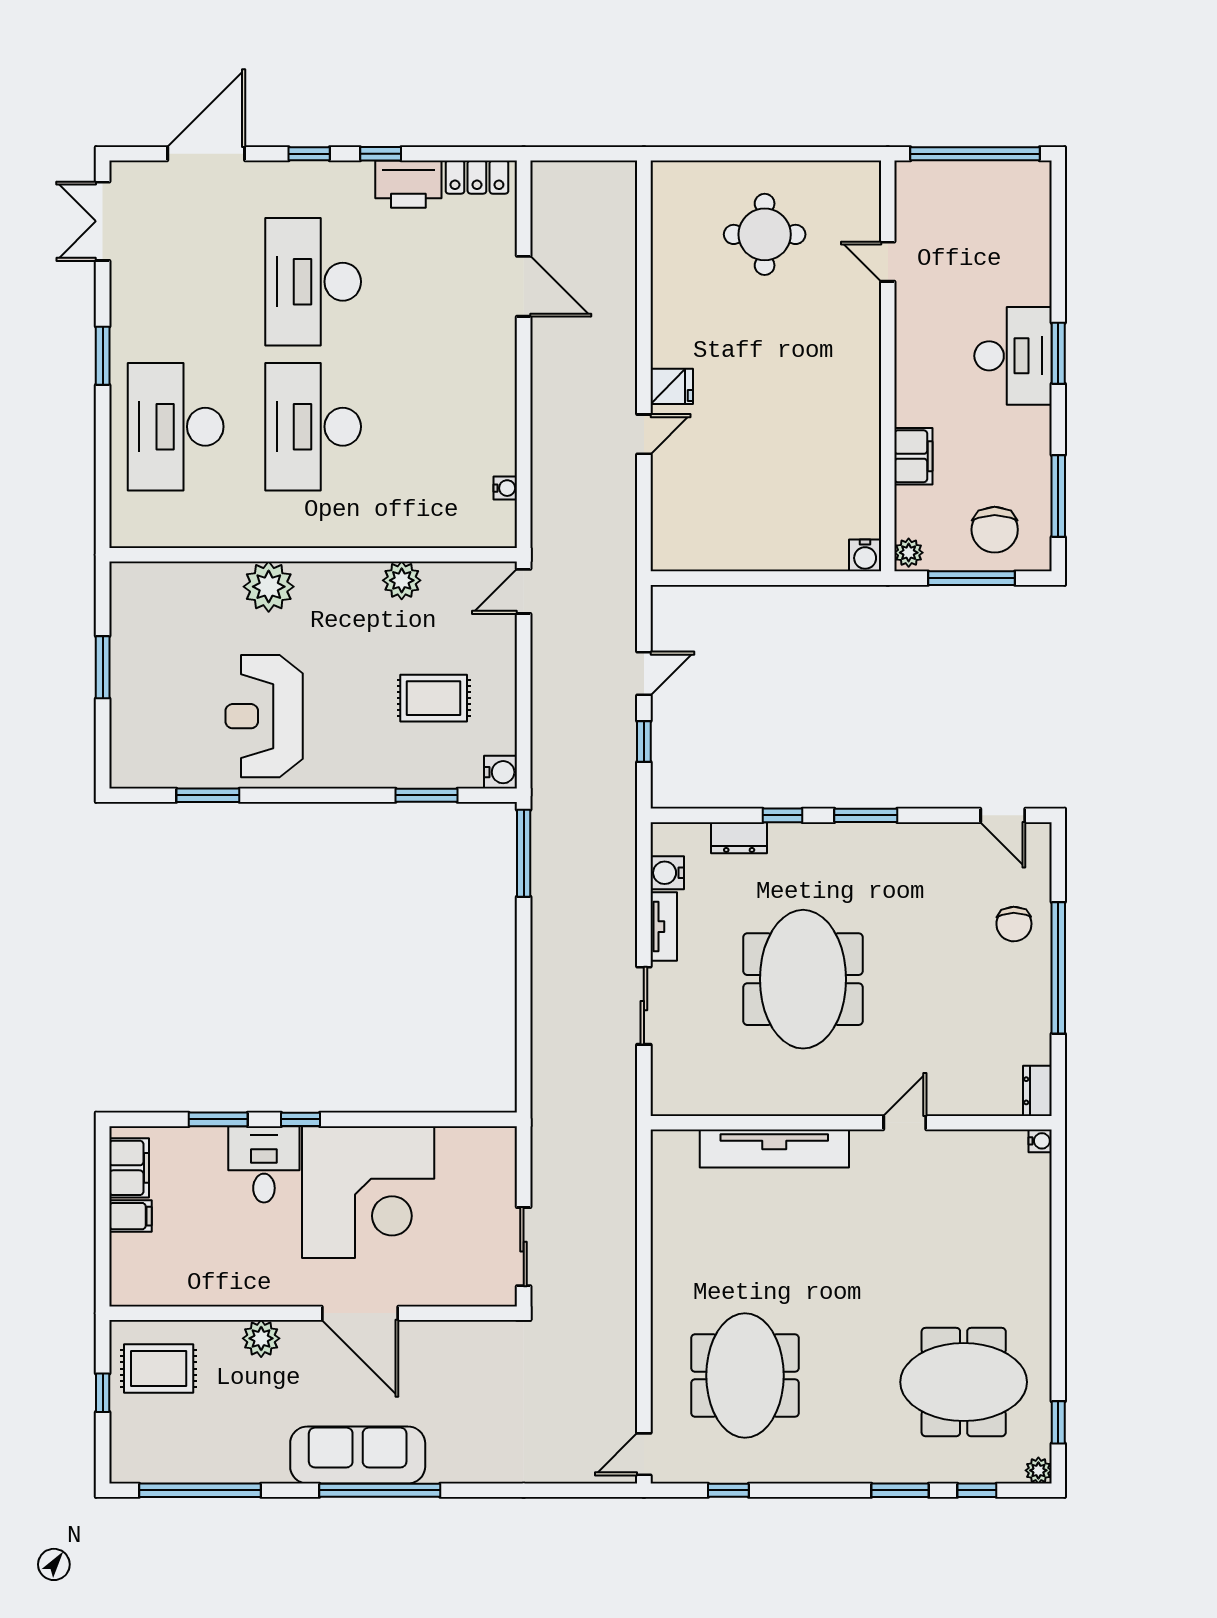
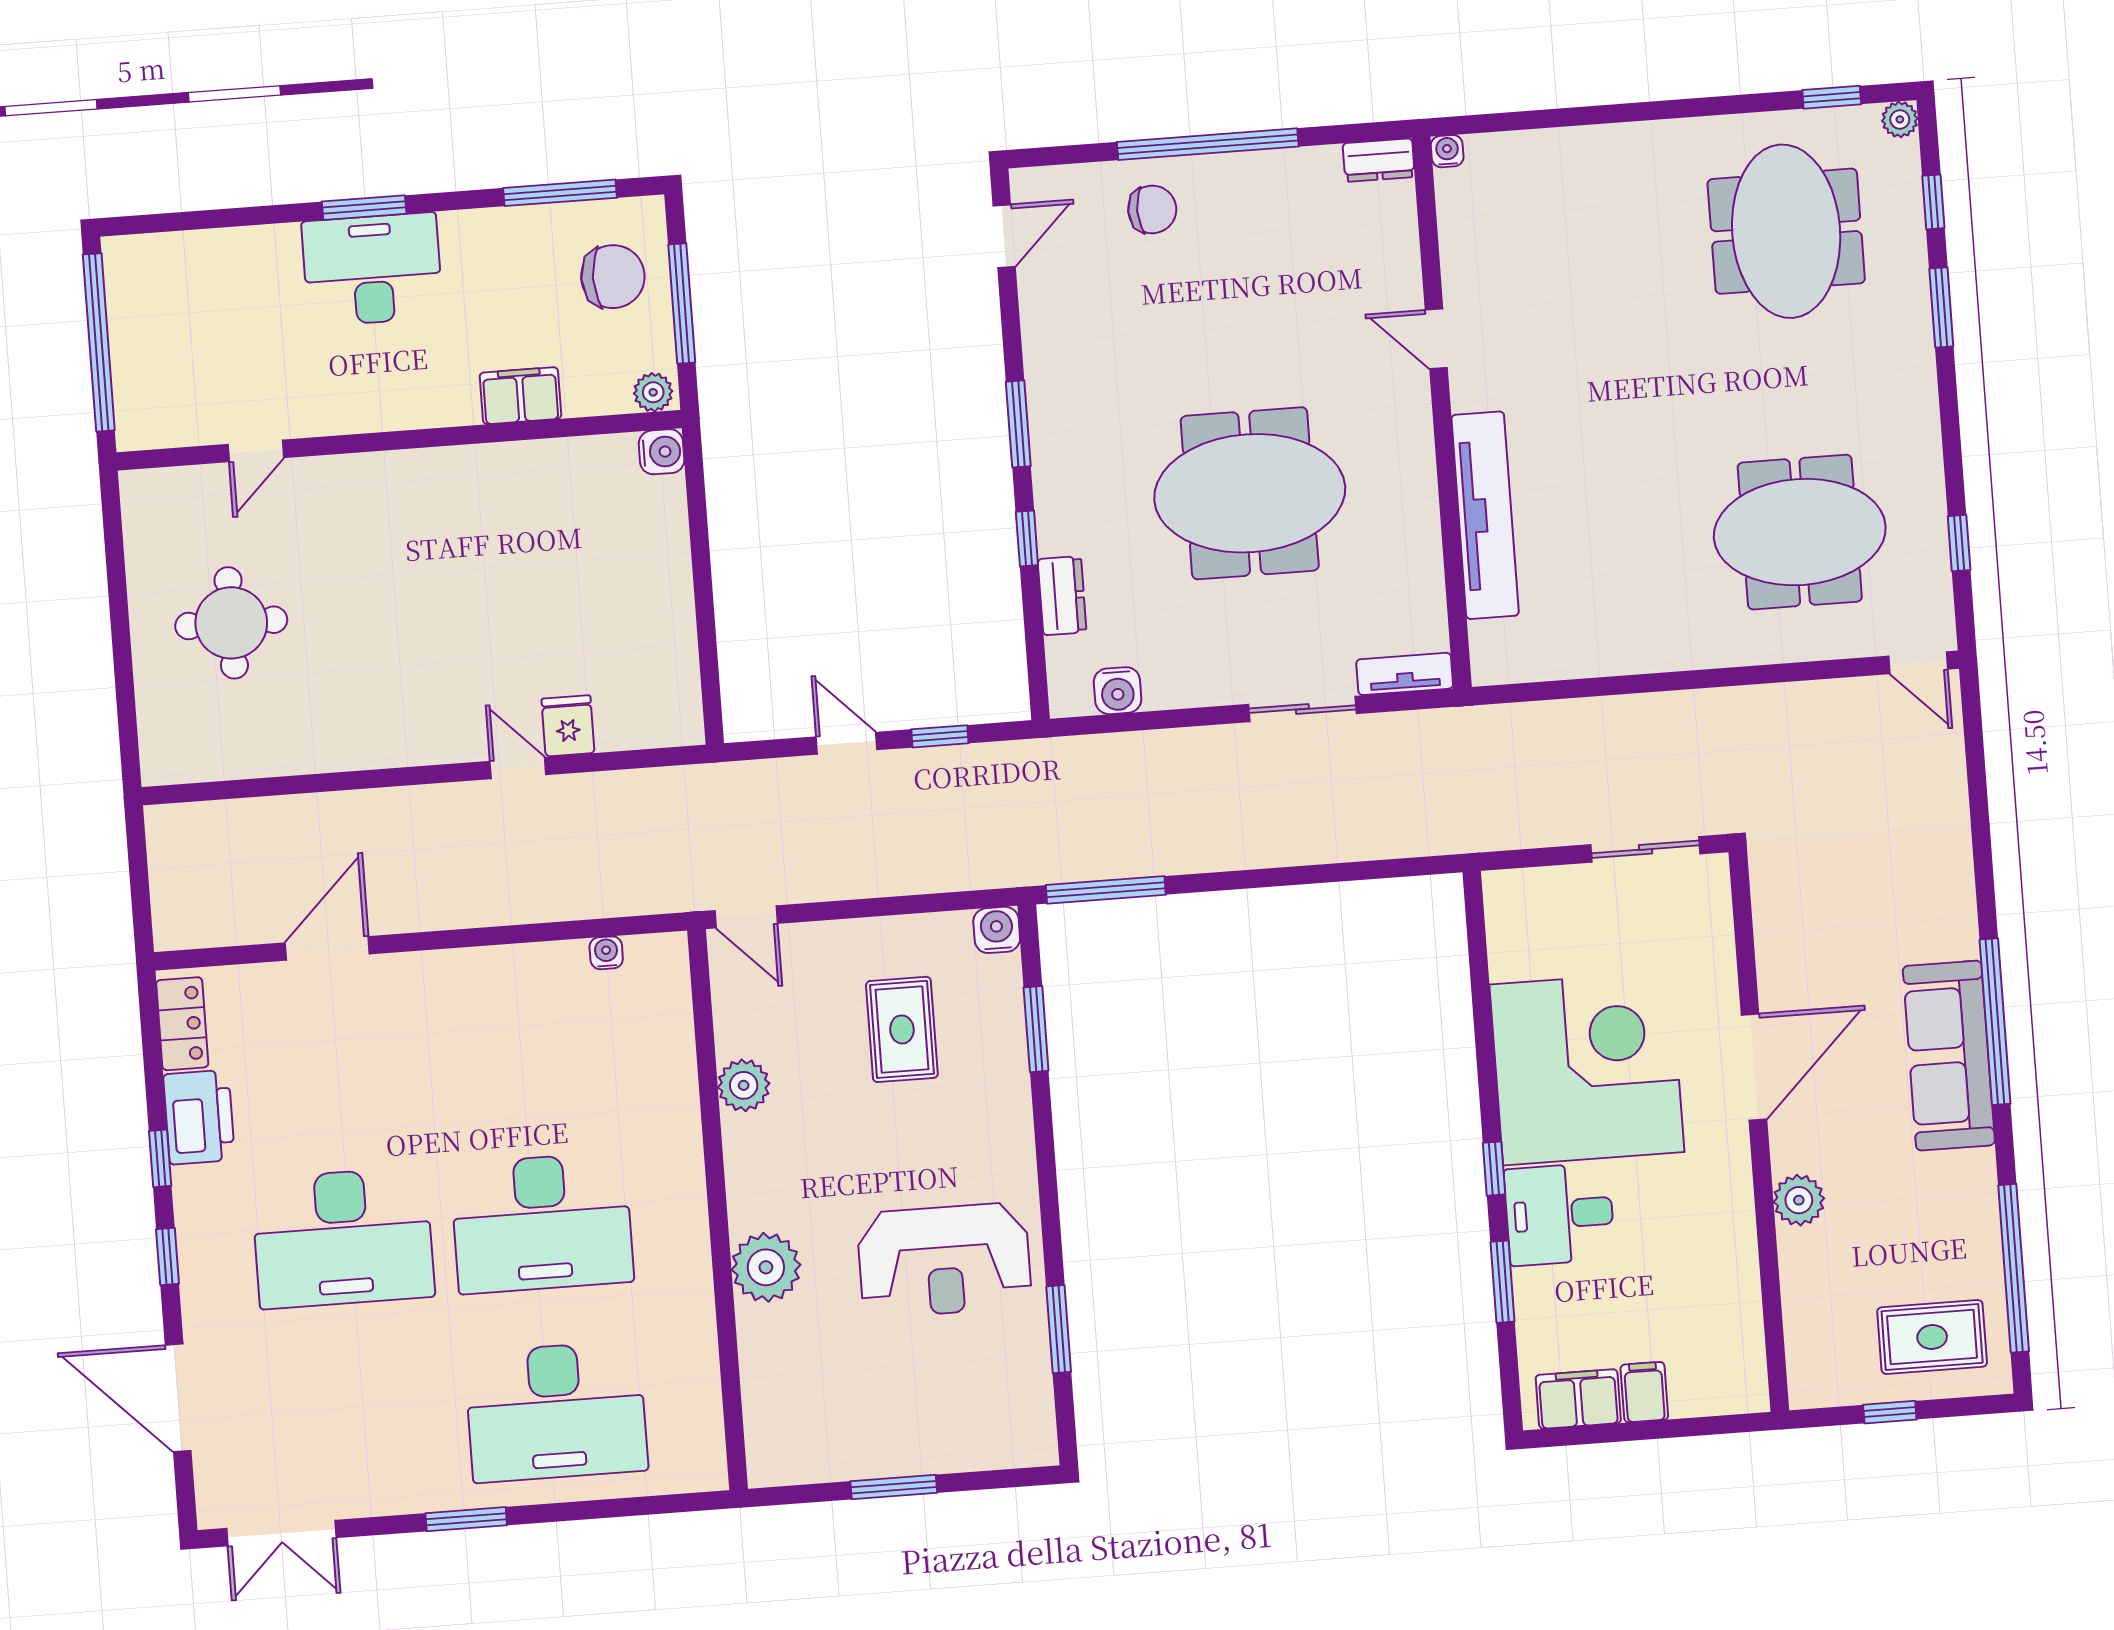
fridge: (672, 386) -> (568, 726), moved
tv unit: (664, 927) -> (1405, 674), moved
rug: (159, 1369) -> (1932, 1337), moved, turned 90

